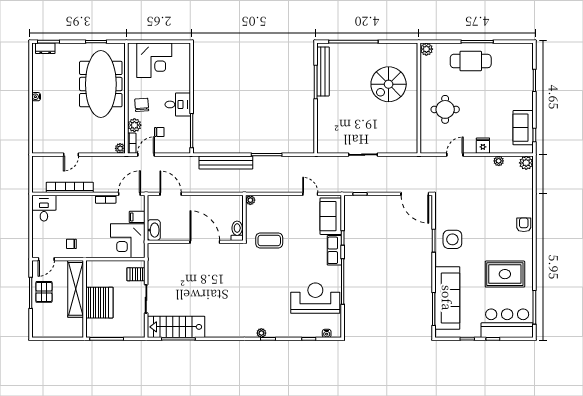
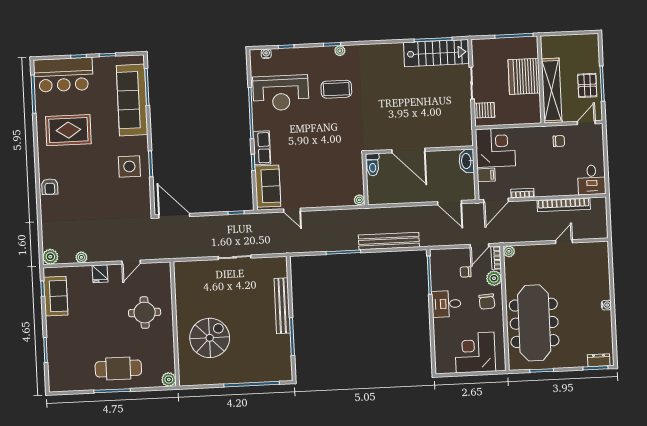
bench: (323, 71) -> (282, 306), moved
coffee table: (269, 240) -> (336, 89), moved

